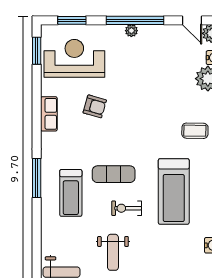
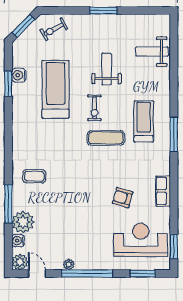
plant: (131, 31) -> (69, 264), moved
reception desk: (74, 58) -> (141, 240), turned 180
treadmill: (174, 191) -> (56, 89), moved
exercise bike: (127, 208) -> (94, 108), turned 90

